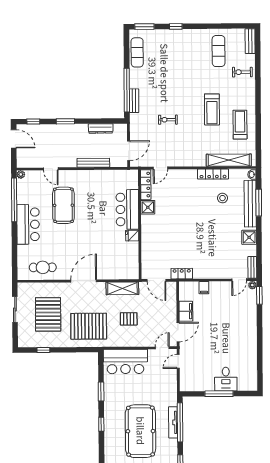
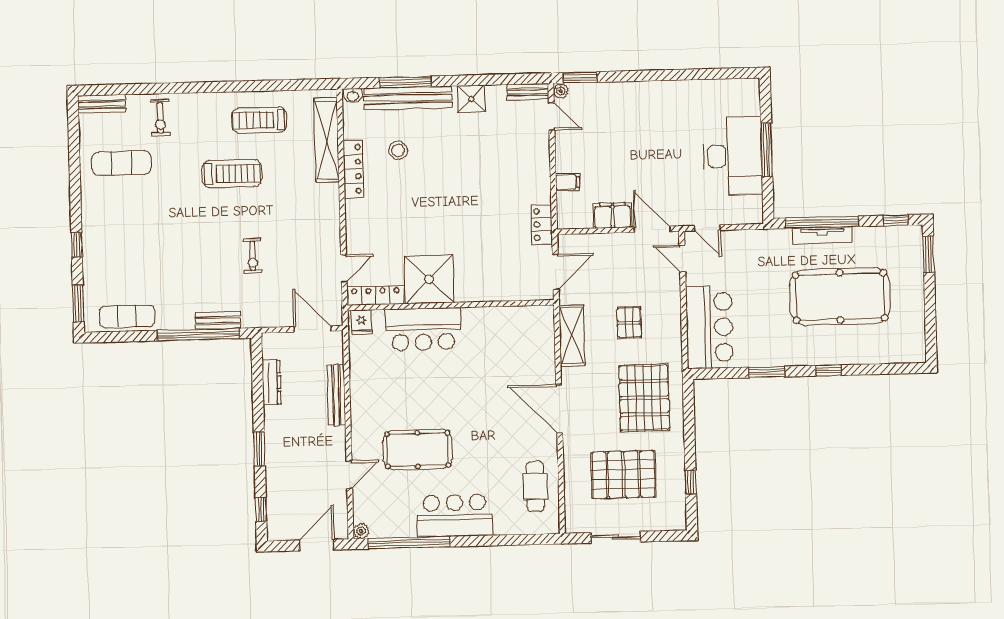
door: (14, 139) -> (317, 545), moved
door: (160, 168) -> (344, 268), hinge flipped
shower: (148, 207) -> (429, 279), width x1.86, depth x1.86
fridge: (132, 236) -> (361, 322), moved
desk: (226, 379) -> (733, 156), width x1.87, depth x1.30

